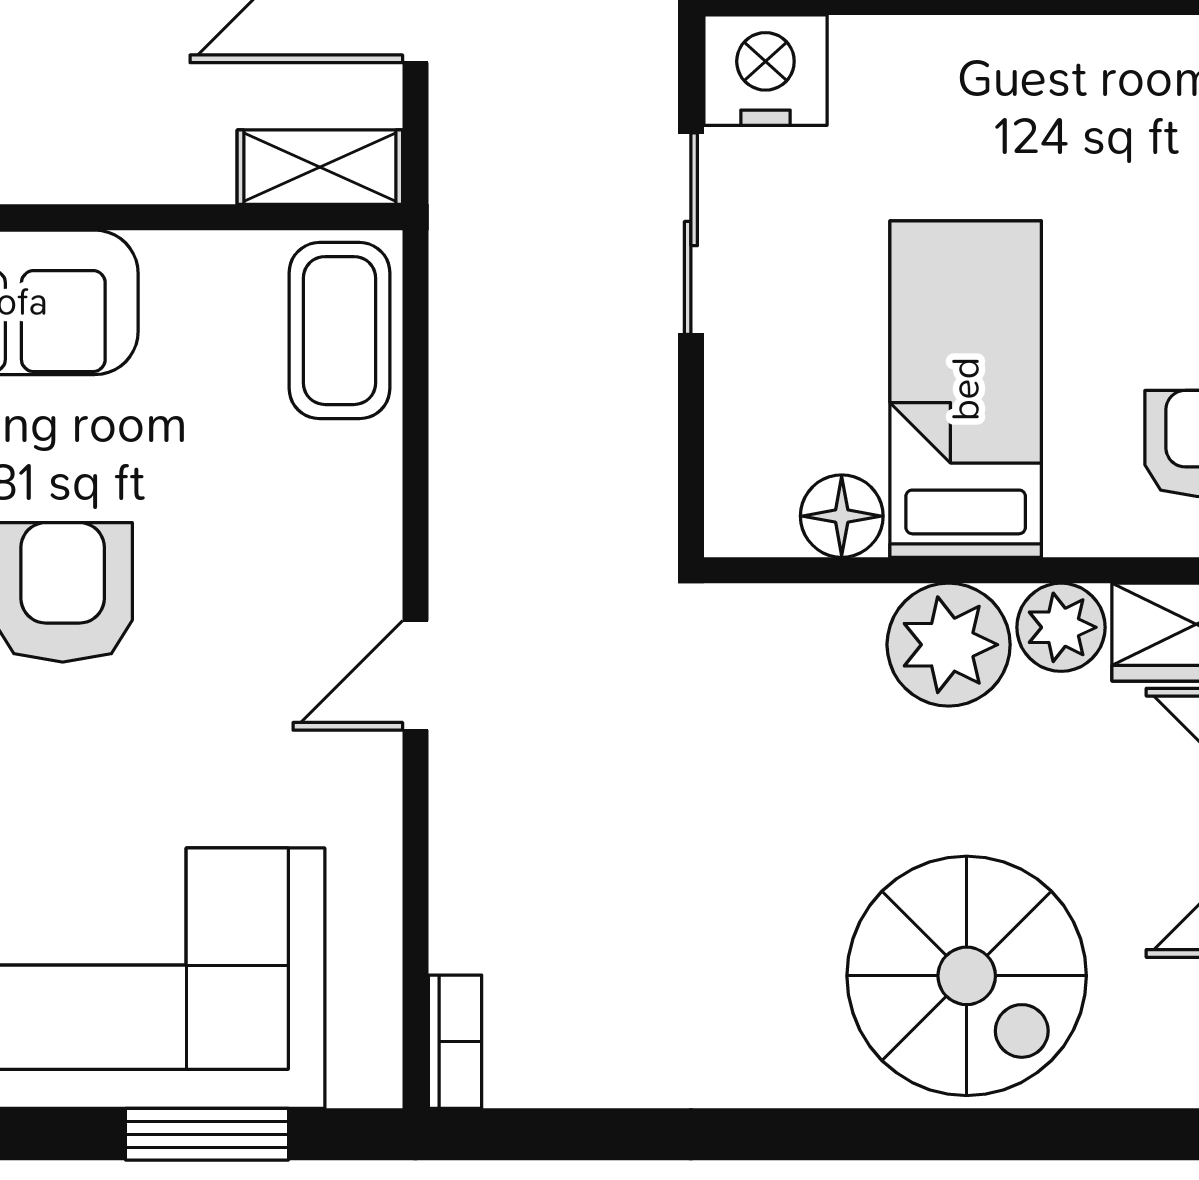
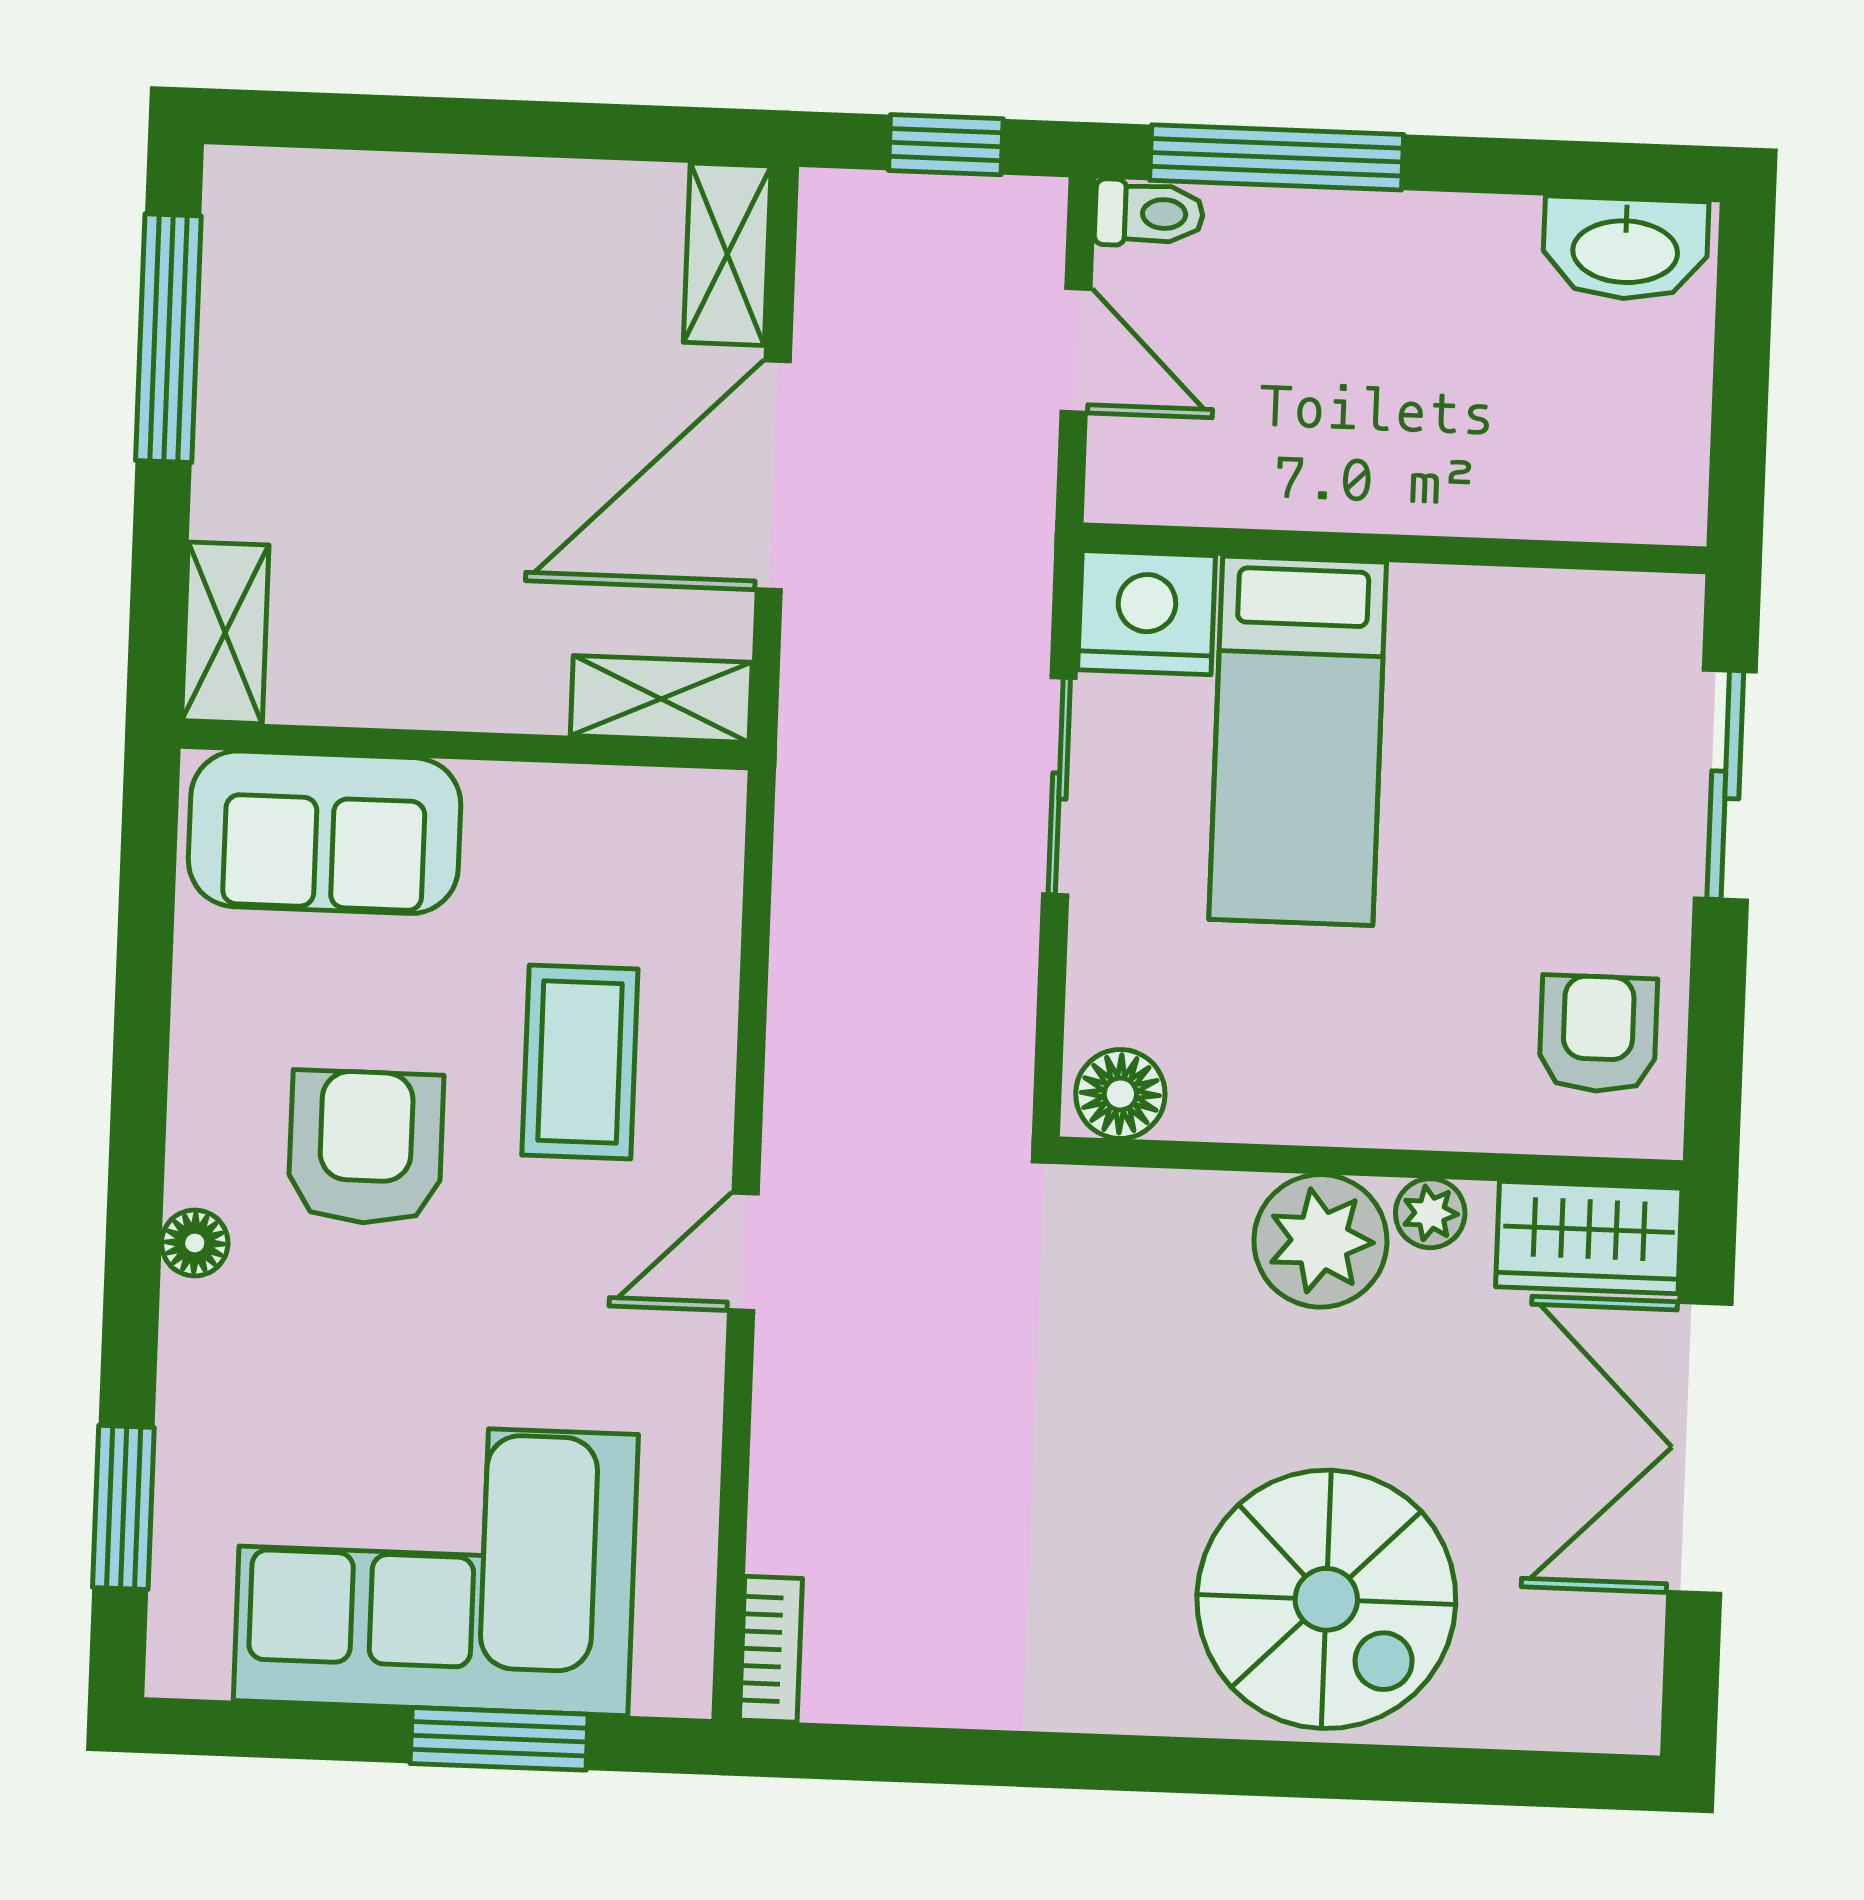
coffee table: (339, 331) -> (580, 1062), moved
bed: (966, 389) -> (1298, 741), moved, turned 180
floor lamp: (842, 516) -> (1120, 1094), moved
plant: (1061, 627) -> (1430, 1213), width x0.73, depth x0.73

